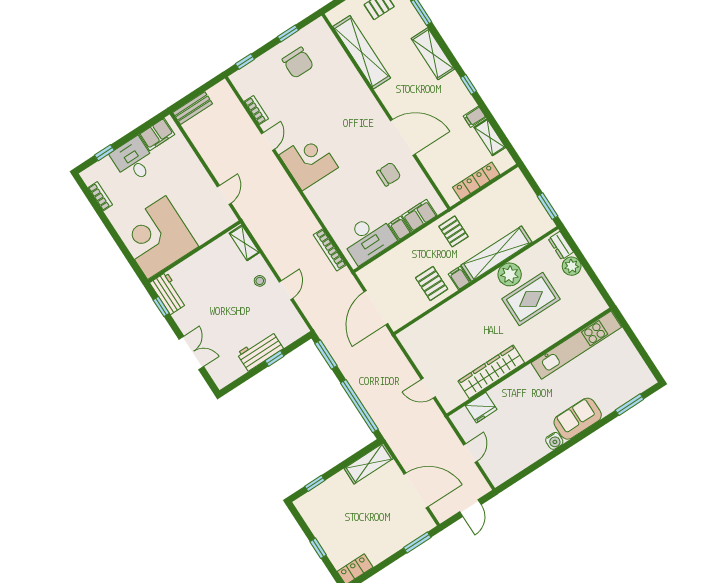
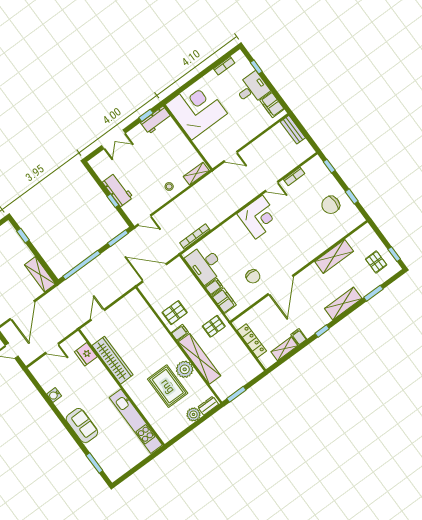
shelving: (362, 52) -> (334, 256), width x0.68
door: (286, 290) -> (144, 220), moved
water cooler: (554, 441) -> (54, 395), moved

